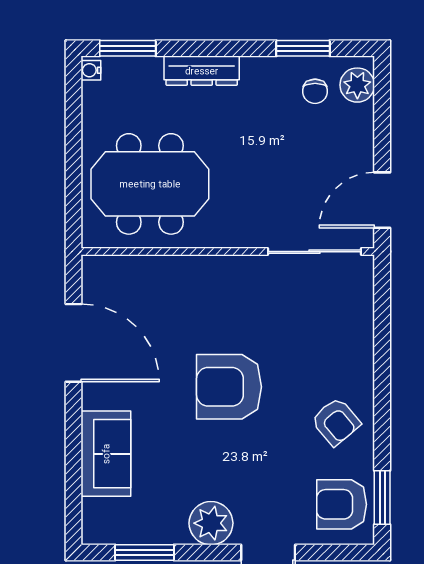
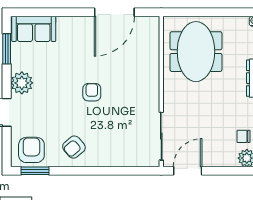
door: (382, 200) -> (188, 171), hinge flipped
armchair: (229, 387) -> (92, 92), width x0.53, depth x0.53
sofa: (106, 454) -> (34, 29), moved

